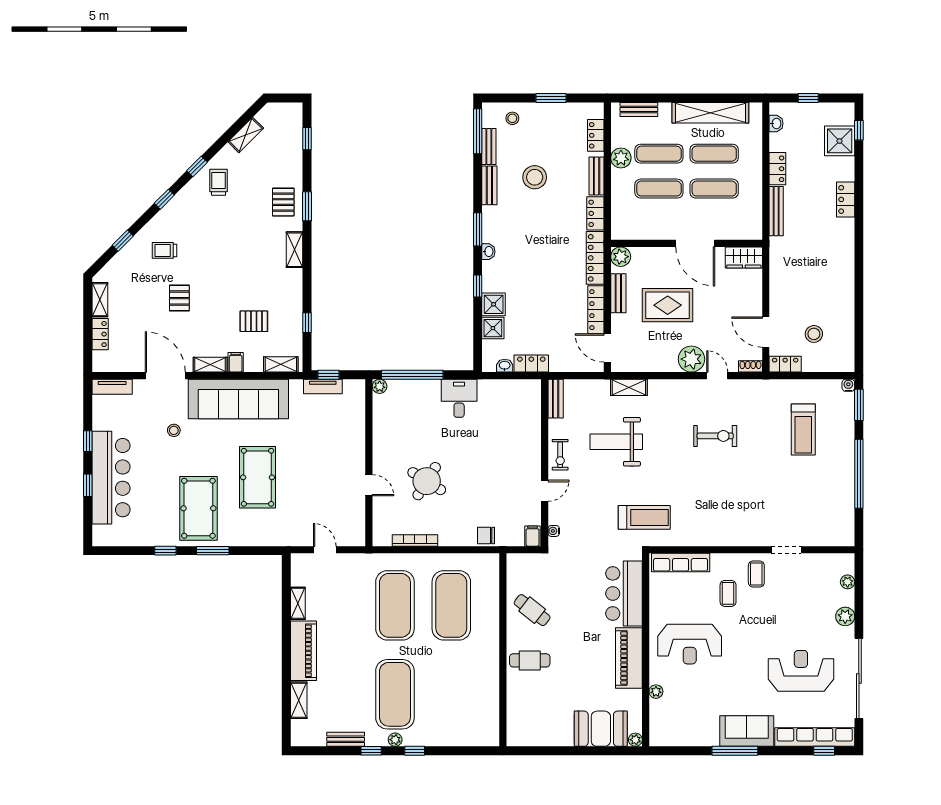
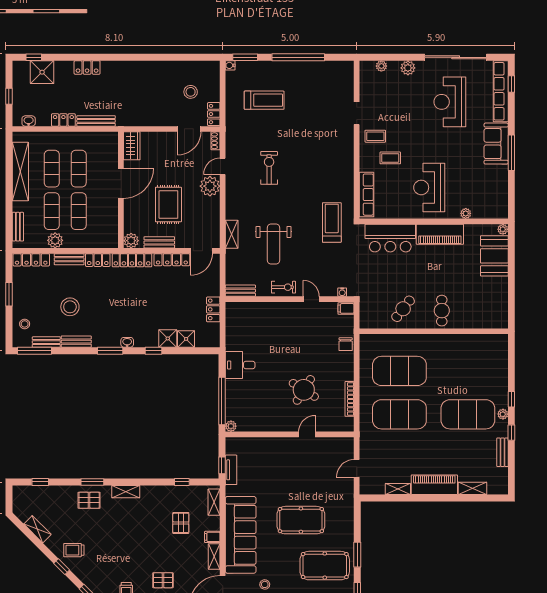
locker: (596, 135) -> (31, 260), width x1.53
washbasin: (505, 366) -> (215, 330), removed
reception desk: (690, 644) -> (429, 187), turned 180

